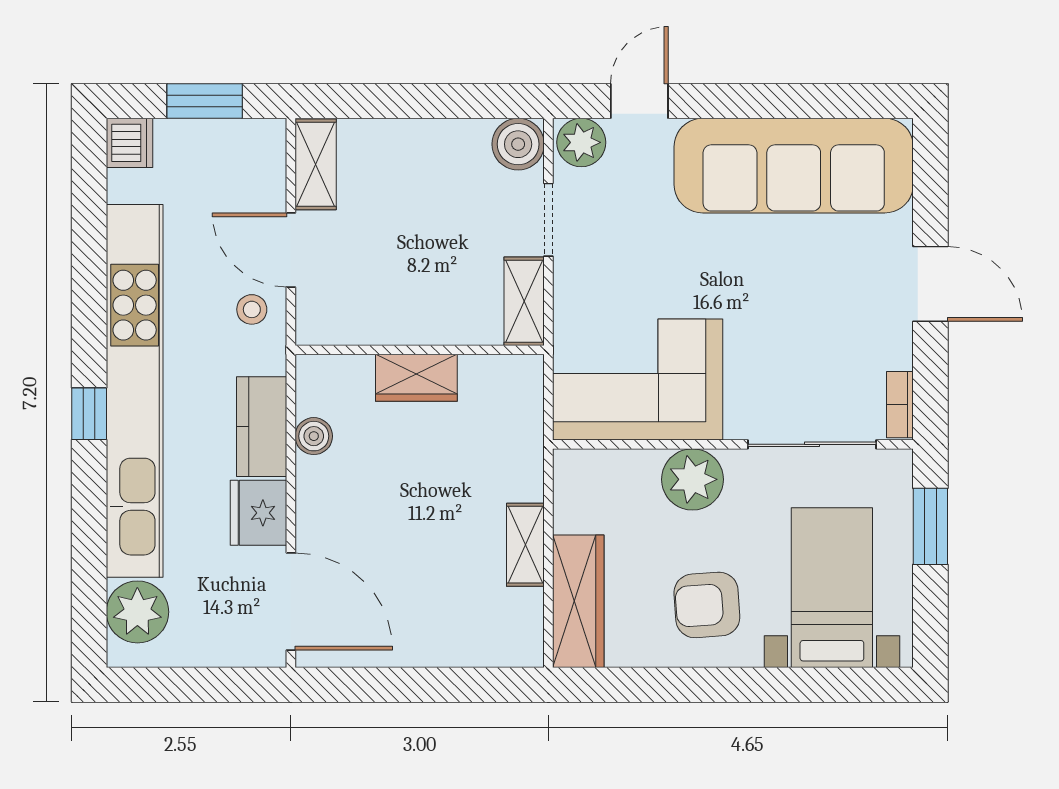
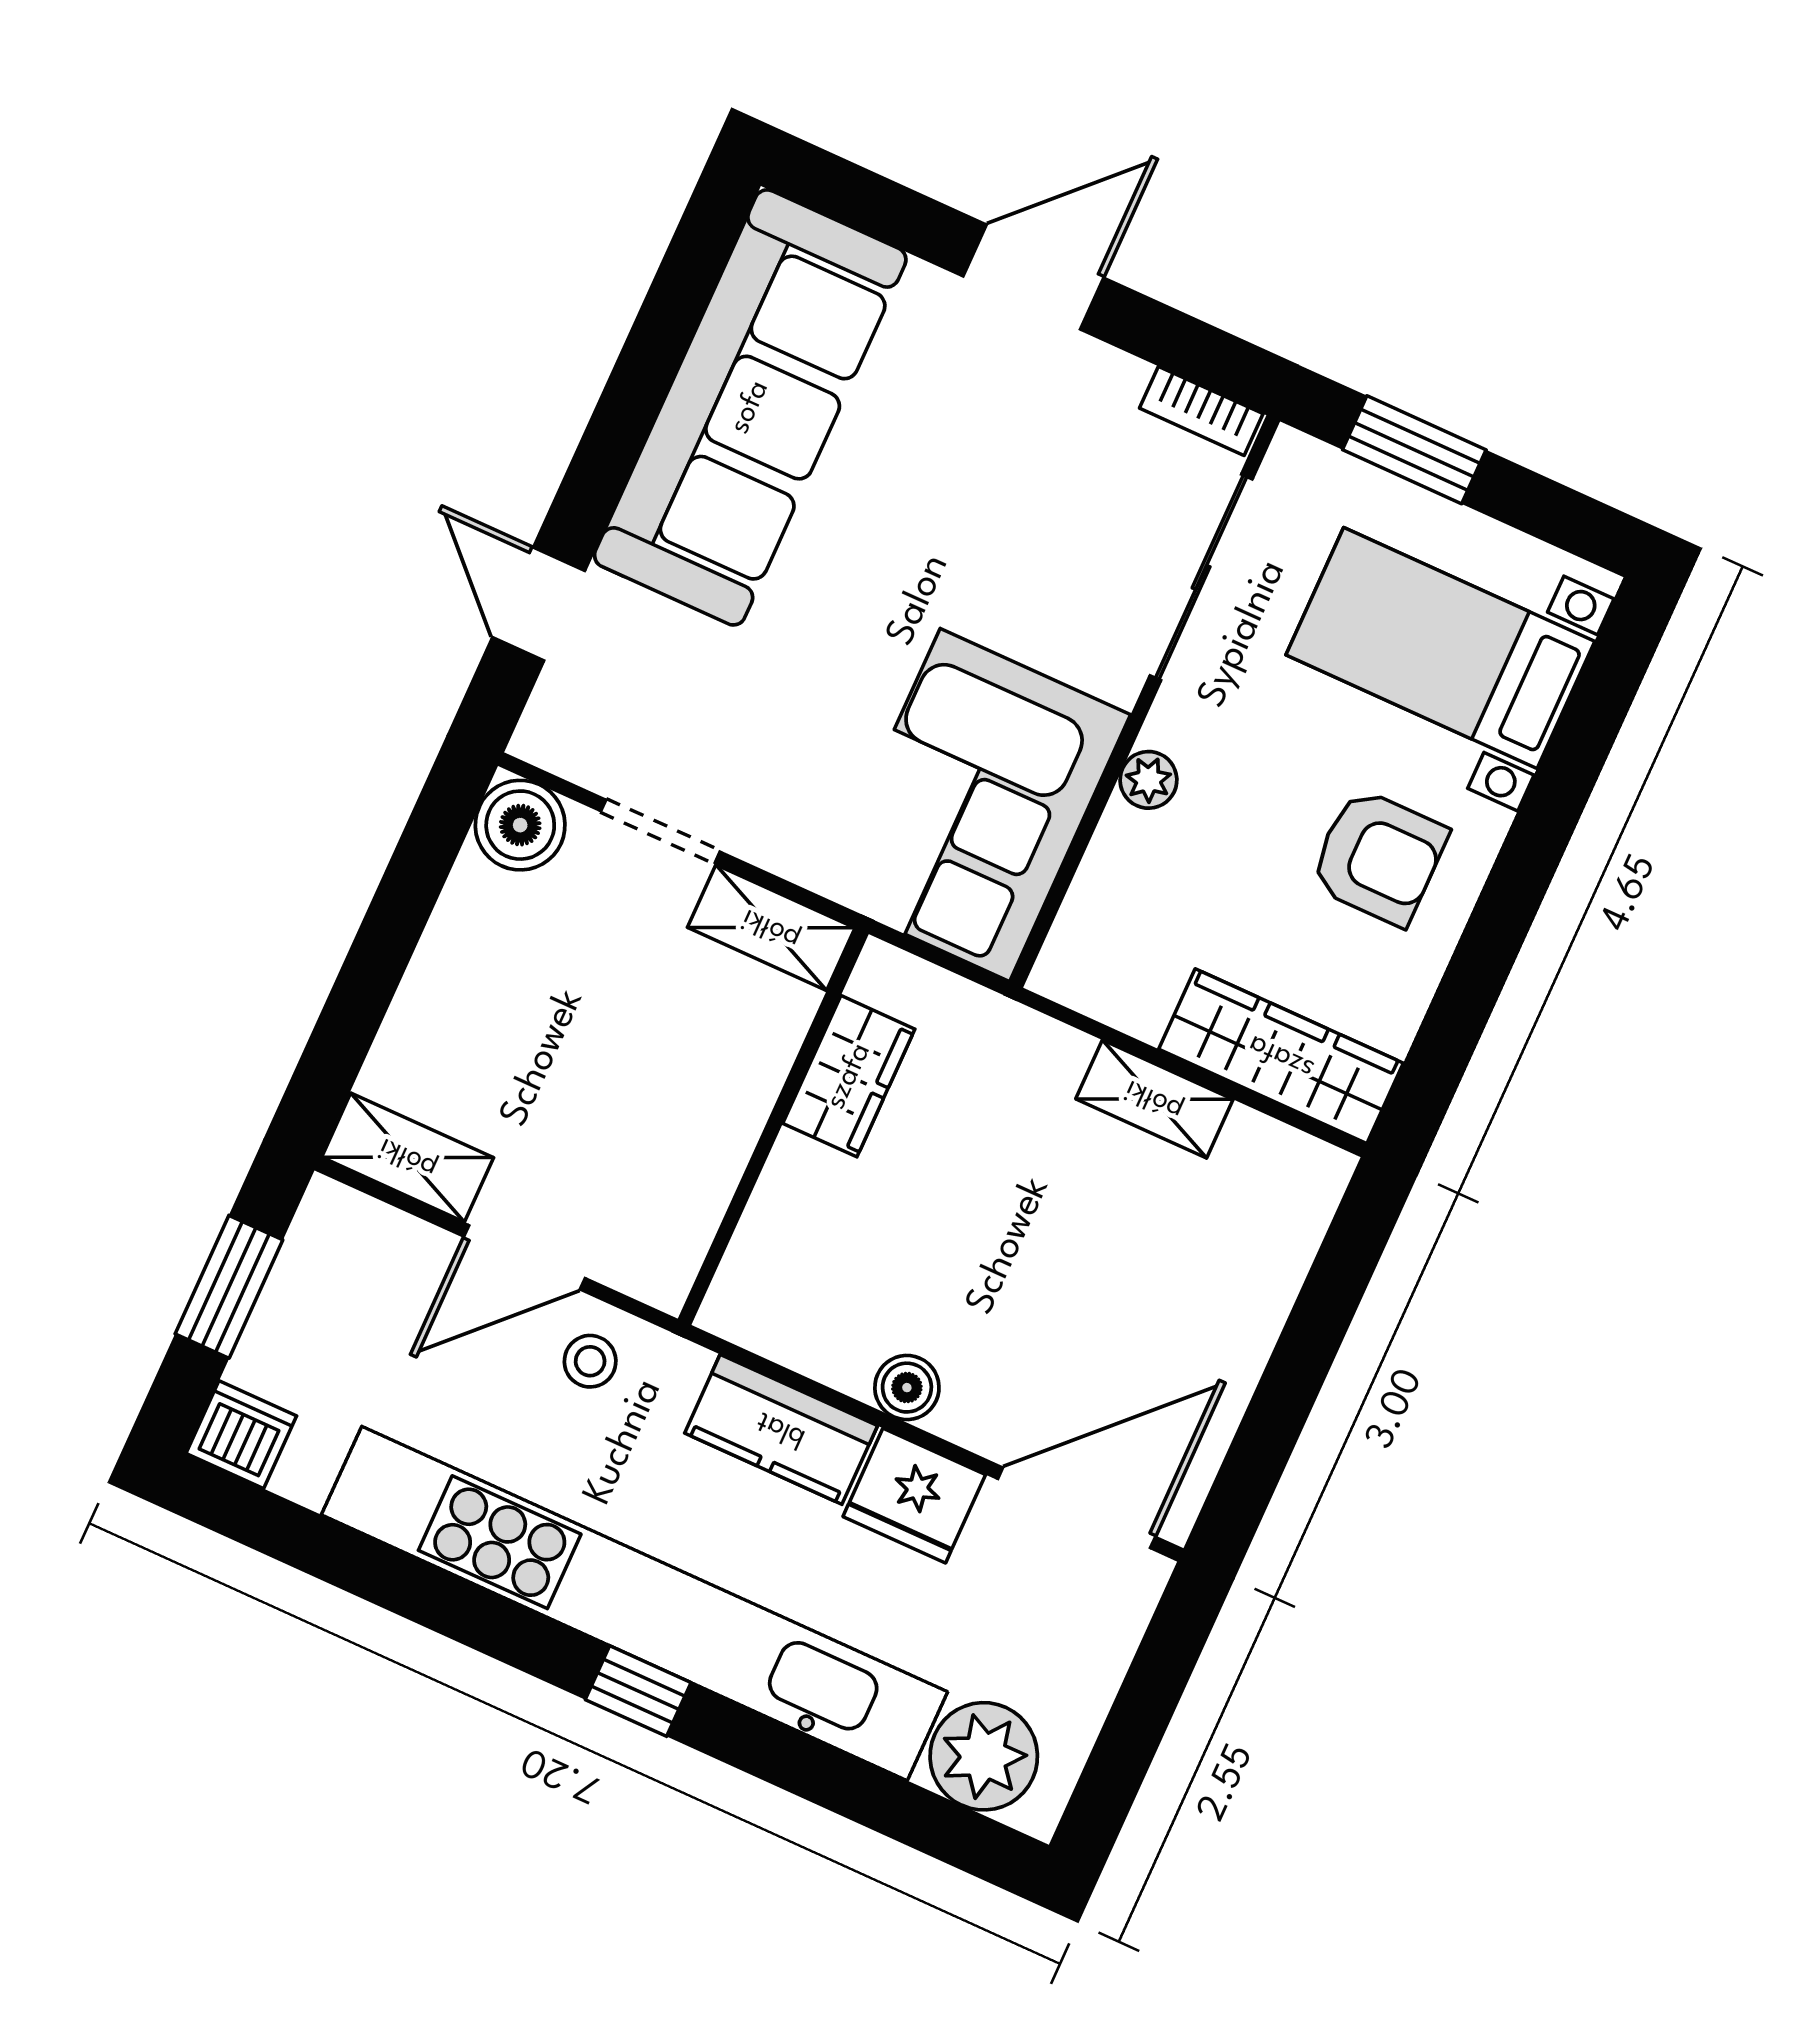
plant: (581, 142) -> (563, 725), removed
wardrobe: (416, 378) -> (849, 1076), moved
boiler: (314, 436) -> (907, 1388), moved
plant: (692, 479) -> (1148, 780), width x0.53, depth x0.53
armchair: (707, 605) -> (1378, 857), turned -86

